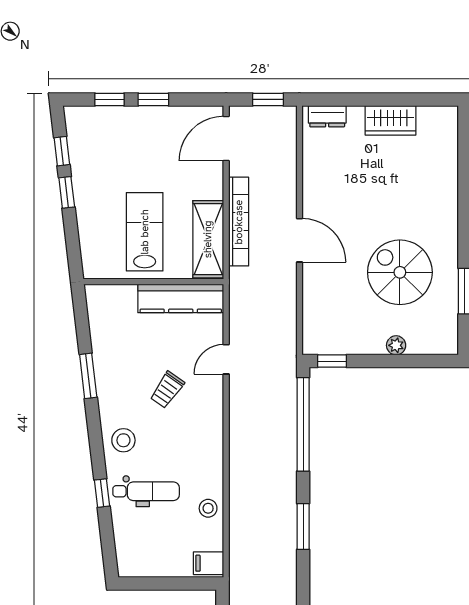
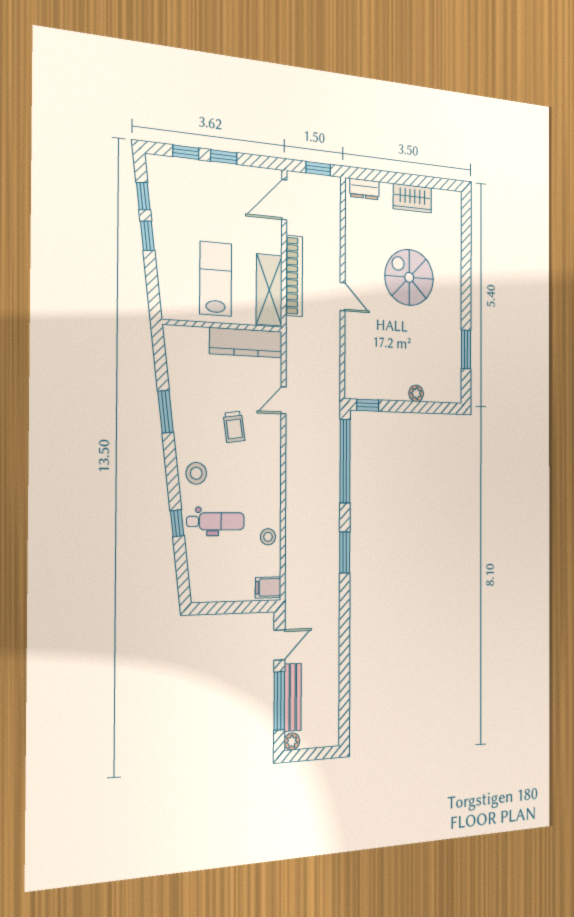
door: (299, 240) -> (343, 297), width x0.73
spiral stairs: (400, 272) -> (409, 277), moved
trolley: (167, 390) -> (234, 427), turned -43

